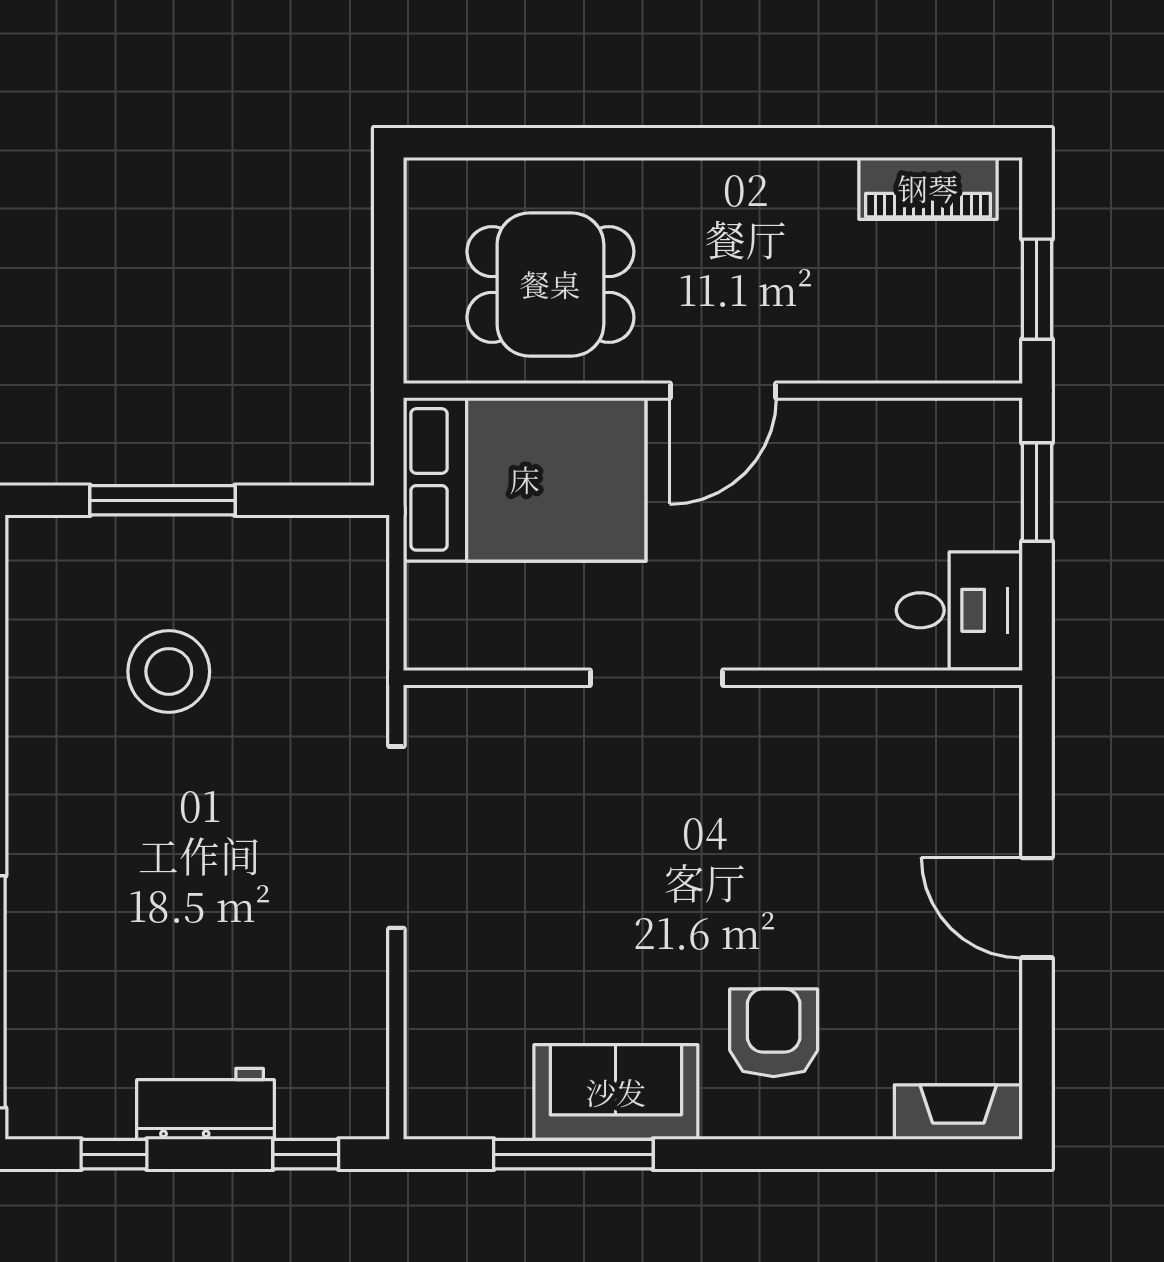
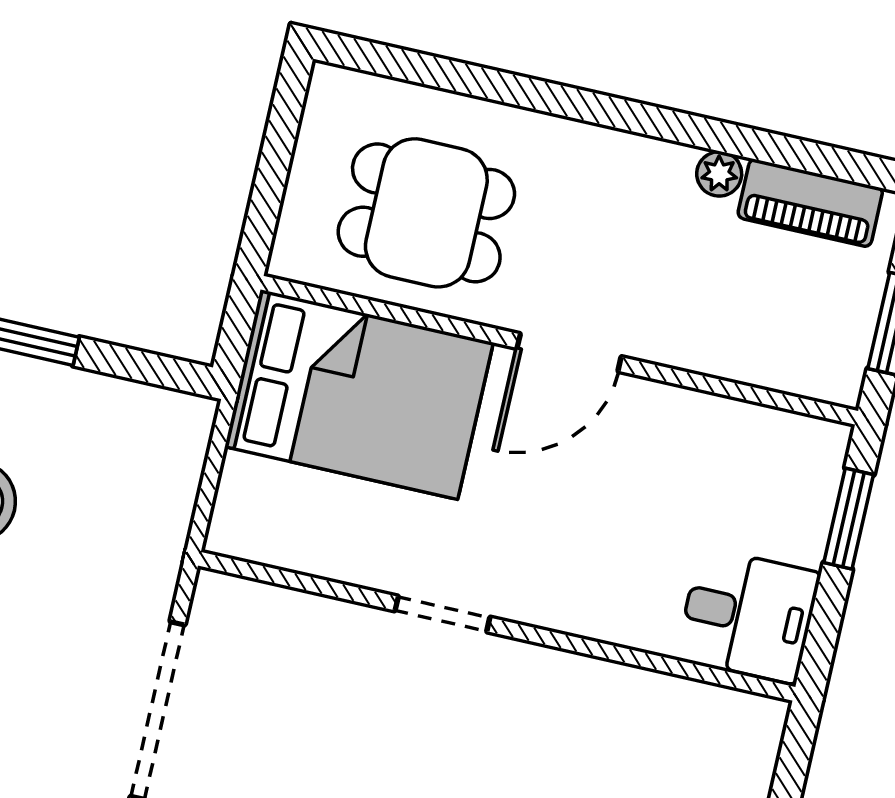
plant: (831, 180) -> (719, 174), added
doorway: (657, 678) -> (442, 614), width x0.73

